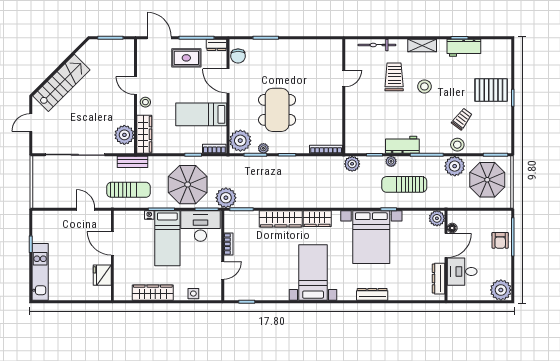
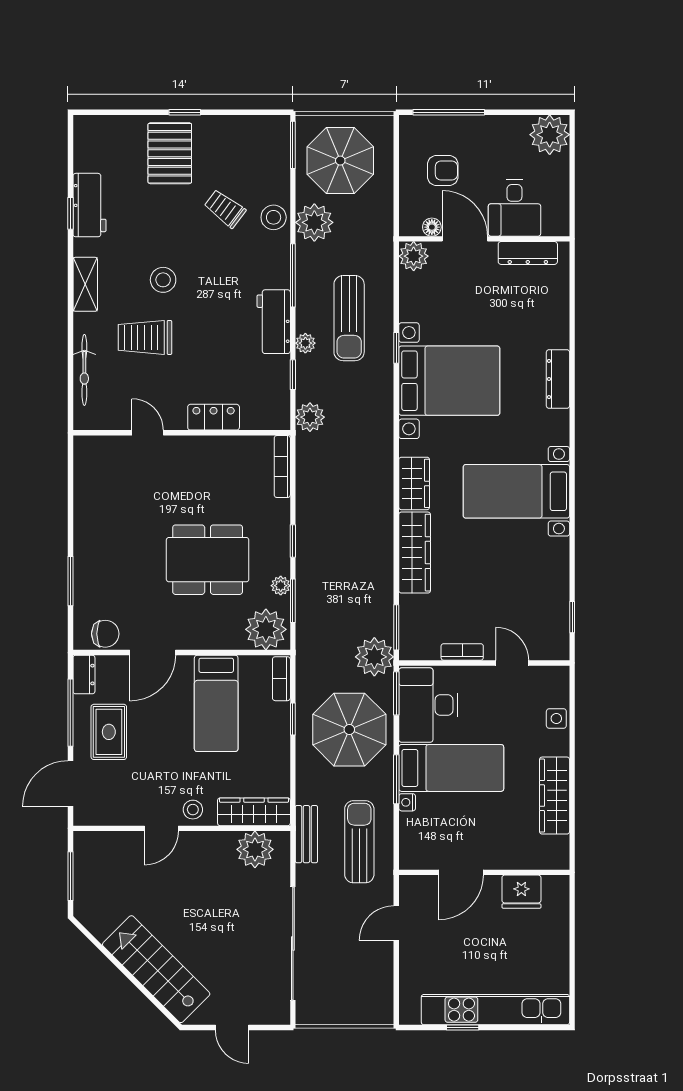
locker: (352, 113) -> (214, 417), added
armchair: (500, 240) -> (443, 171), moved
kitchen unit: (40, 272) -> (495, 1010), width x1.36

